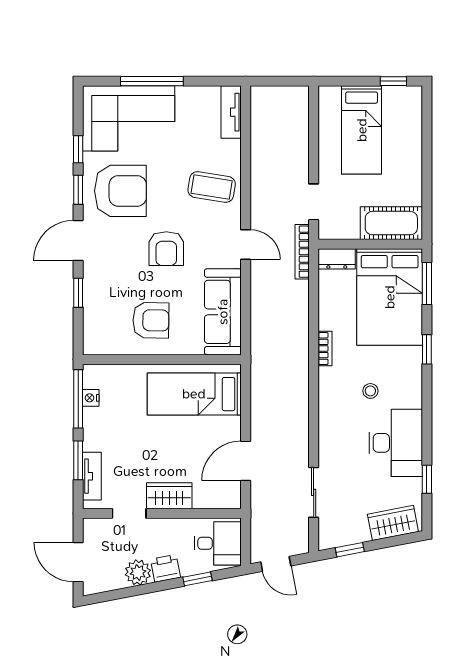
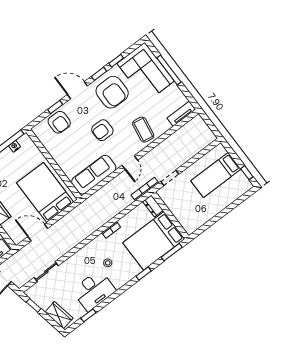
cot: (391, 223) -> (186, 218), removed
armchair: (151, 320) -> (59, 122), moved
bed: (194, 394) -> (45, 192), width x1.50

